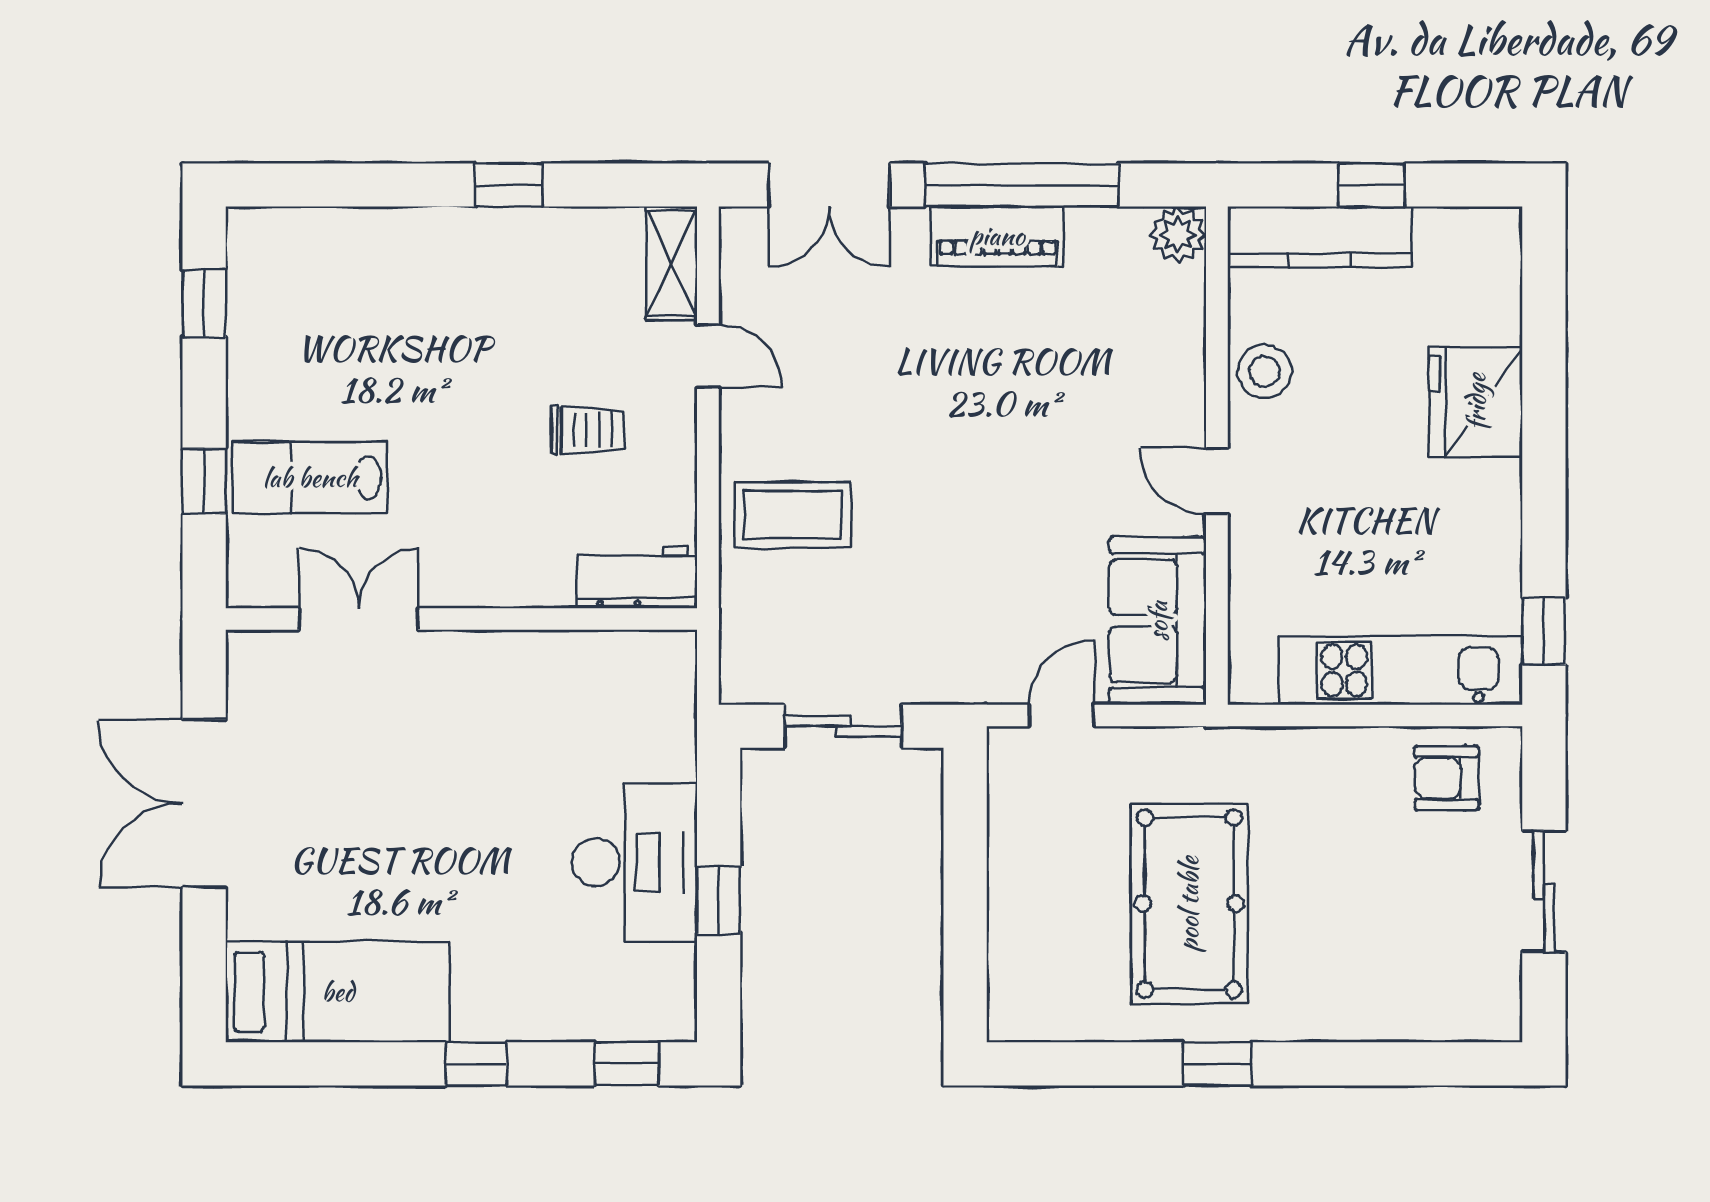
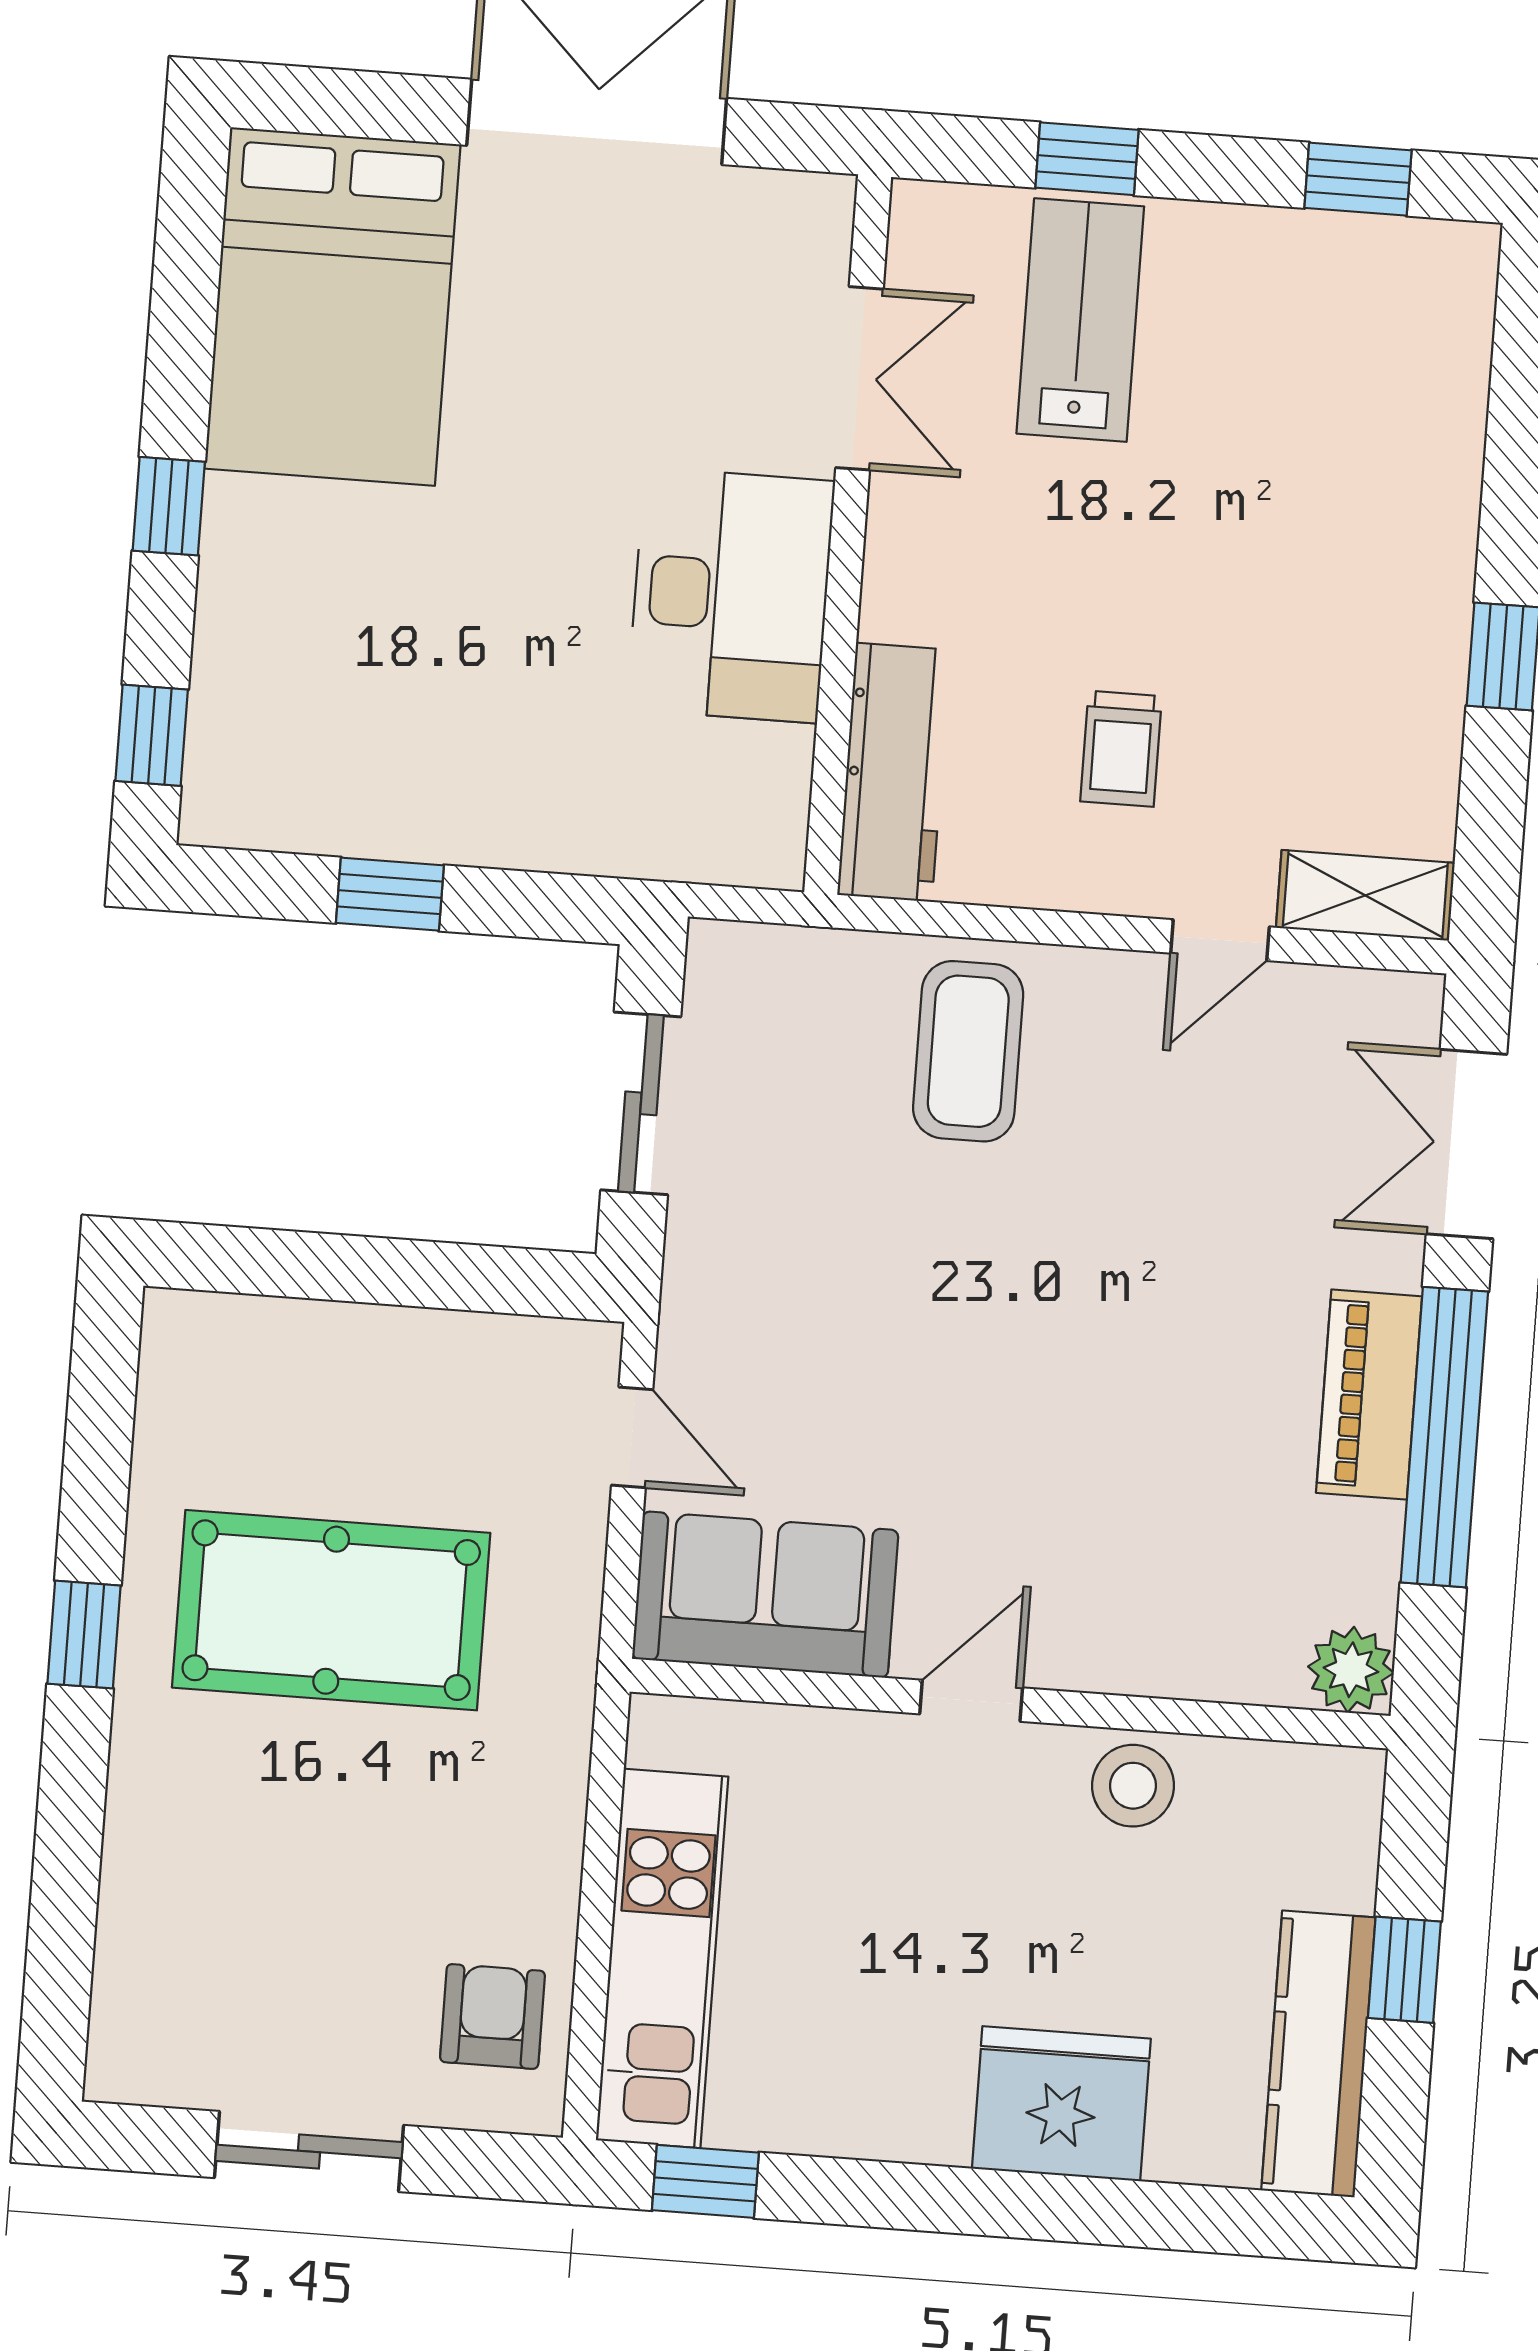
kitchen counter: (1320, 237) -> (1318, 2054), moved
workbench: (637, 577) -> (894, 772), width x1.38
desk: (635, 862) -> (731, 595), moved, turned -90
bed: (338, 992) -> (333, 307), width x1.50

